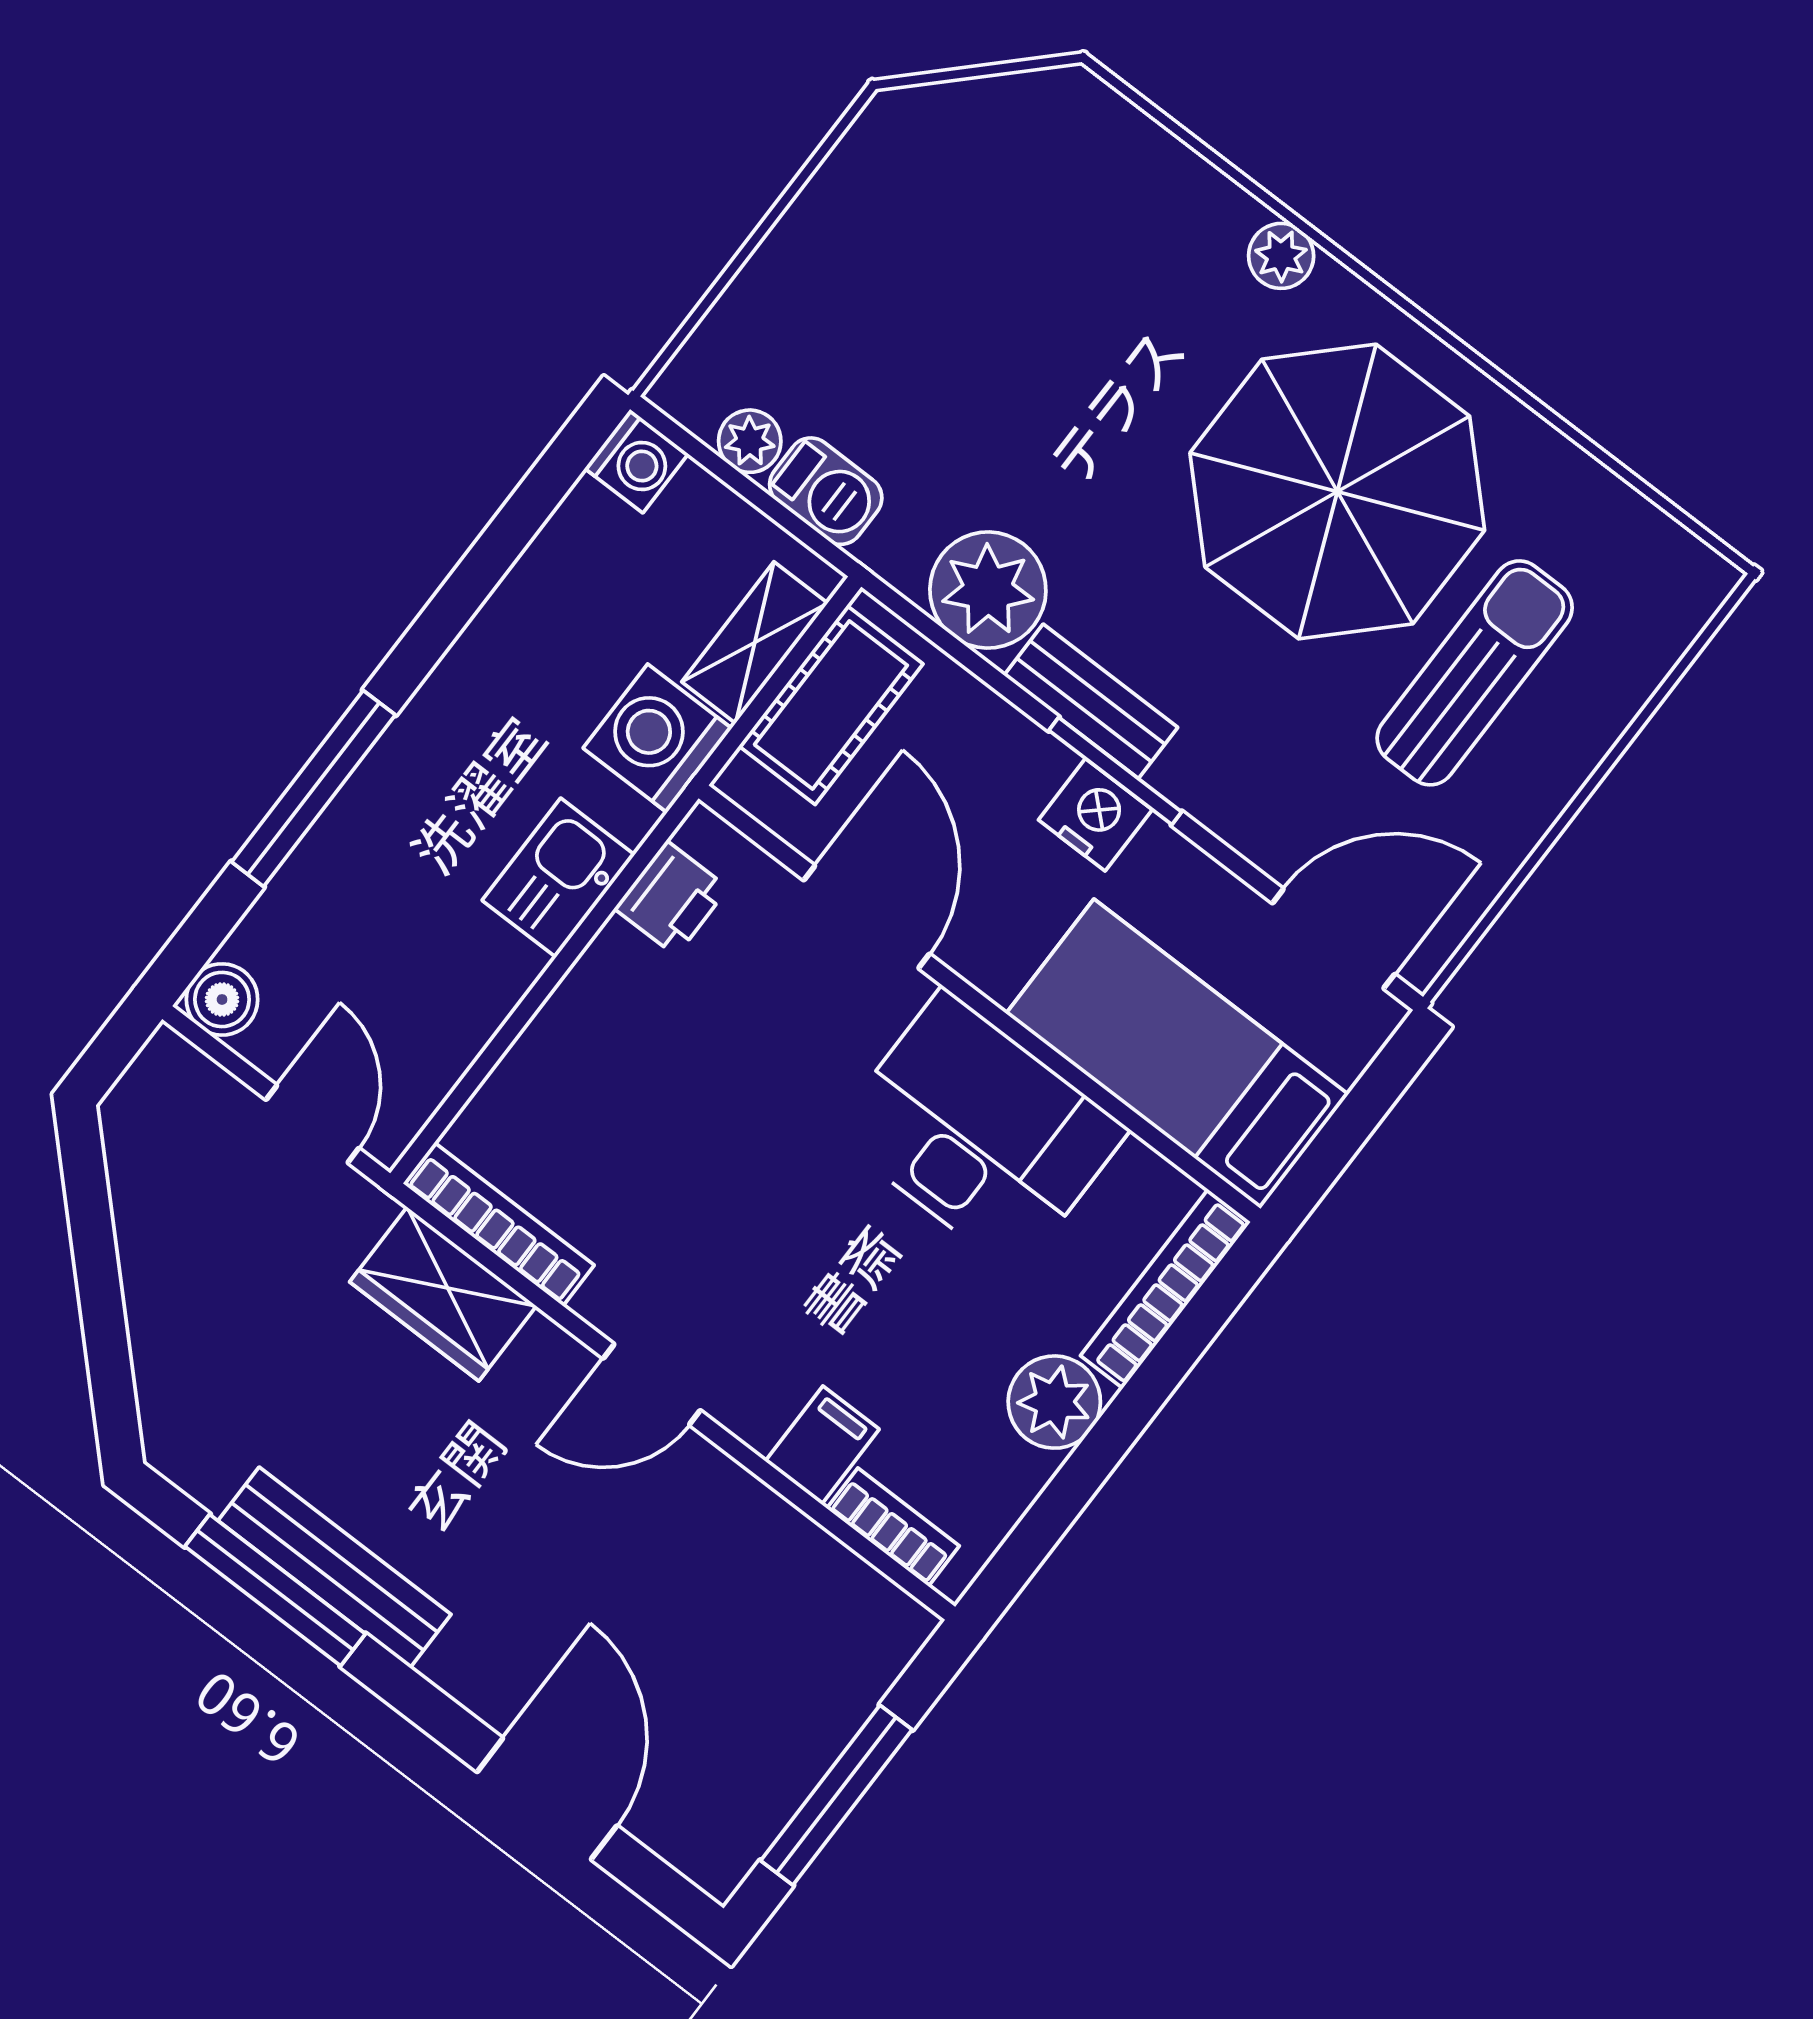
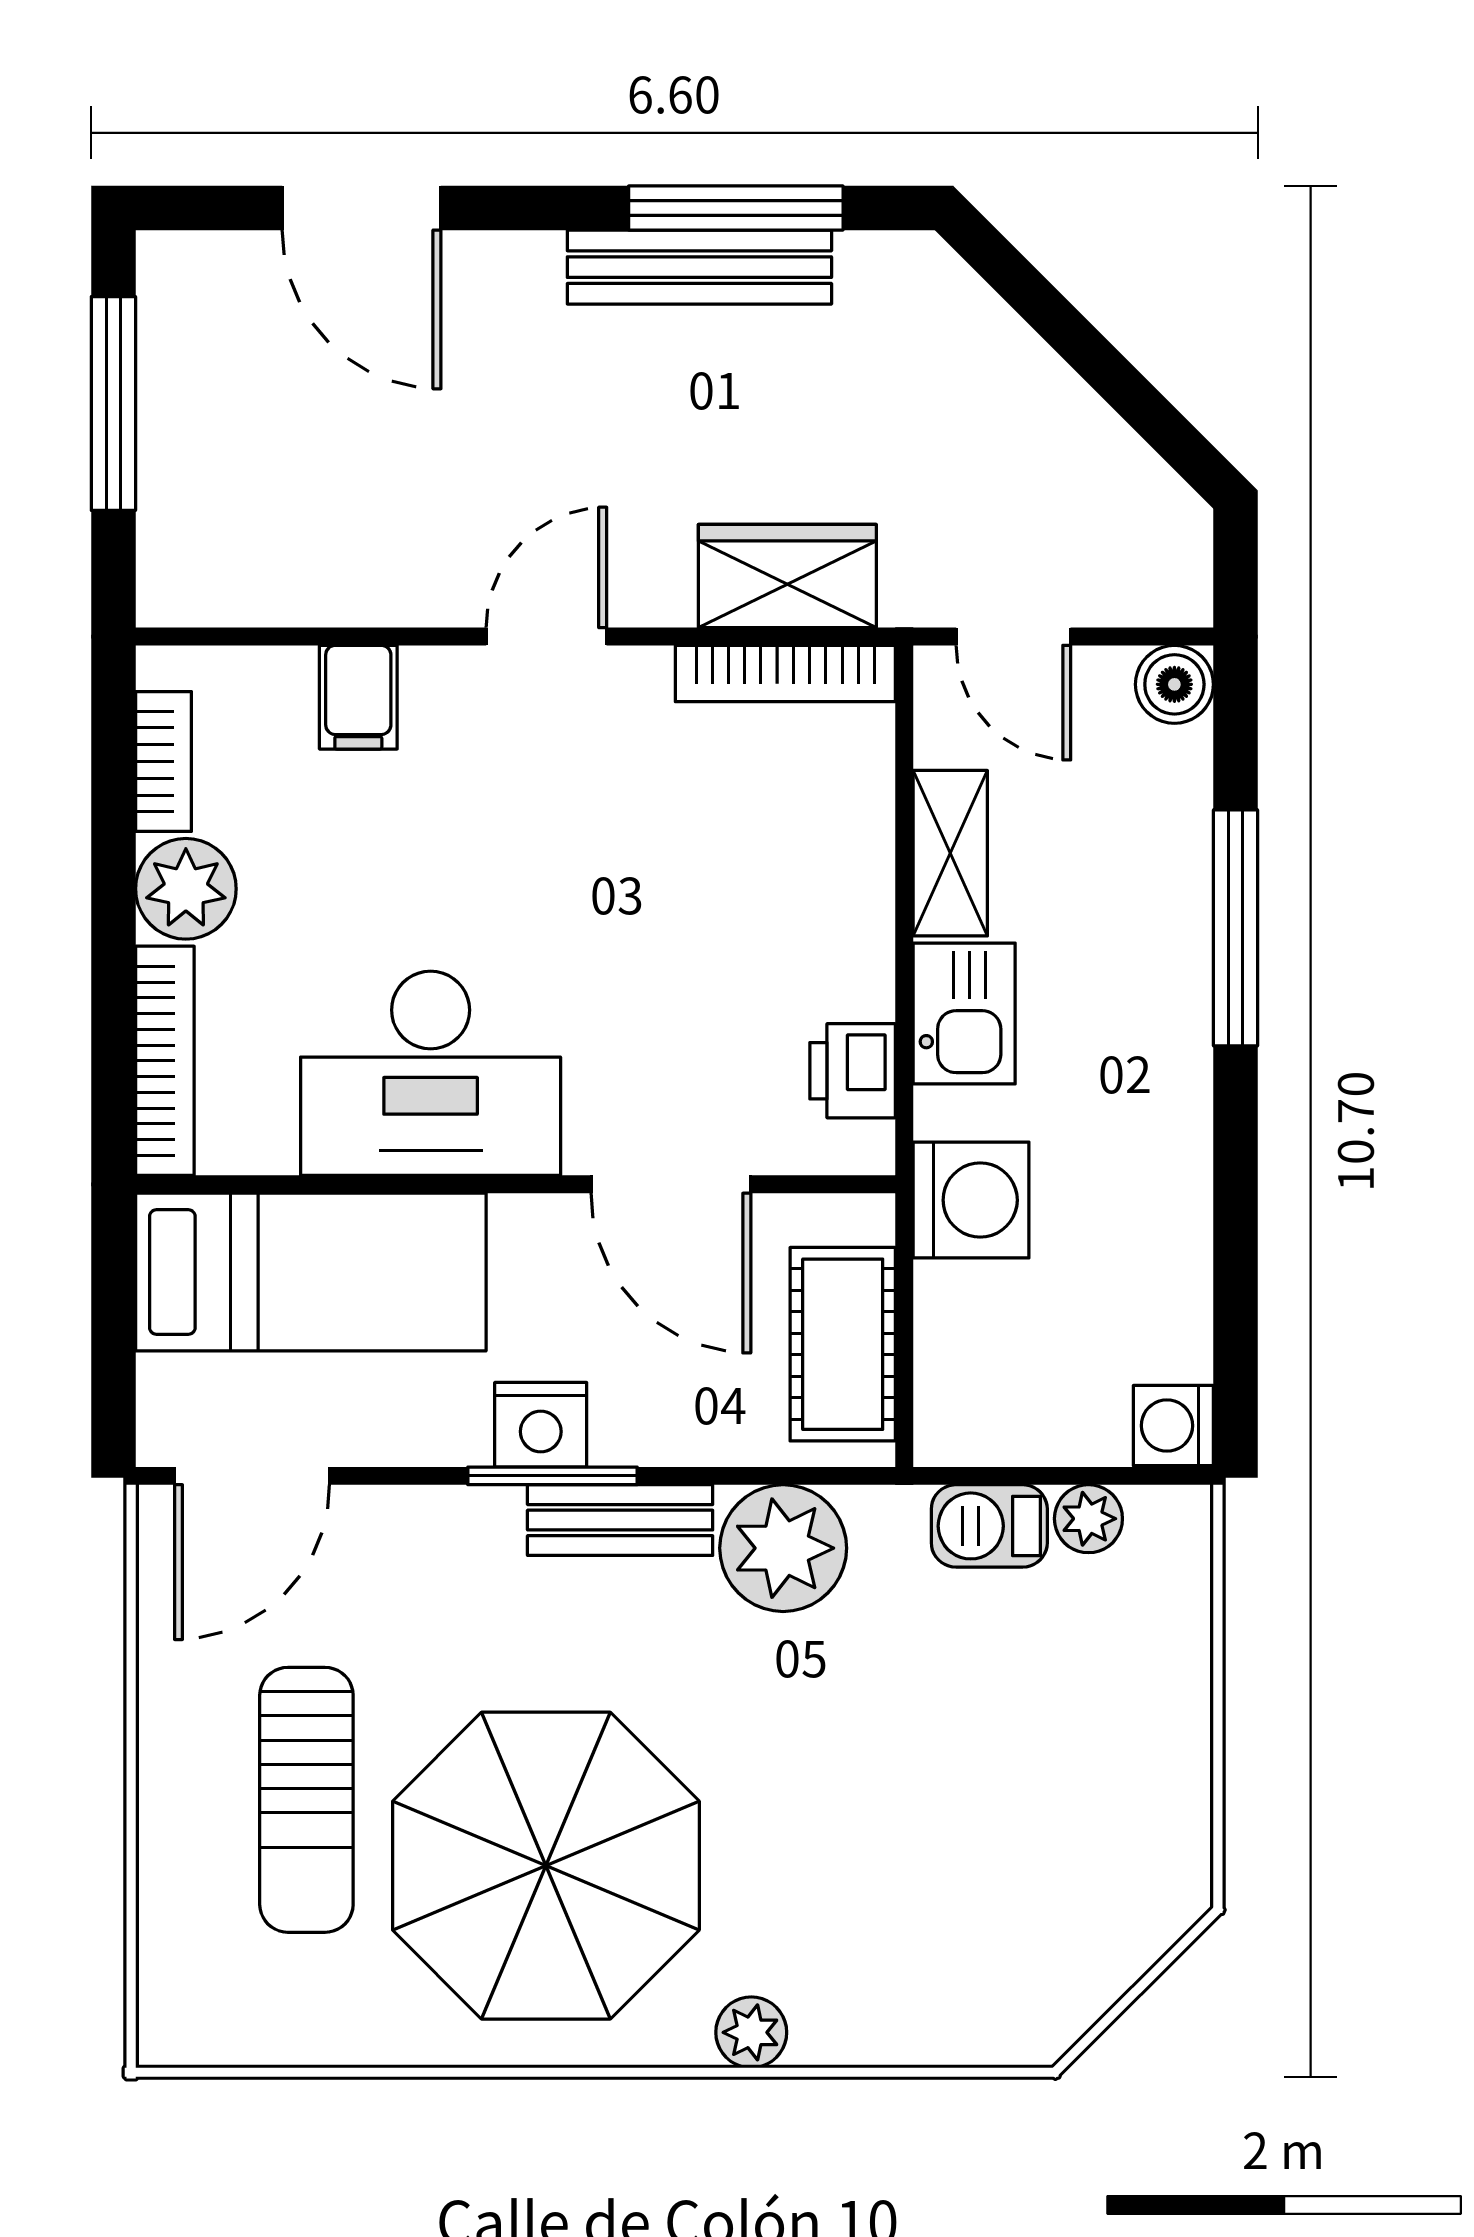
shelving: (755, 642) -> (950, 853), moved
bookcase: (893, 1527) -> (163, 761), moved, turned -90

